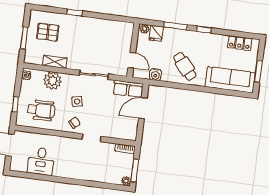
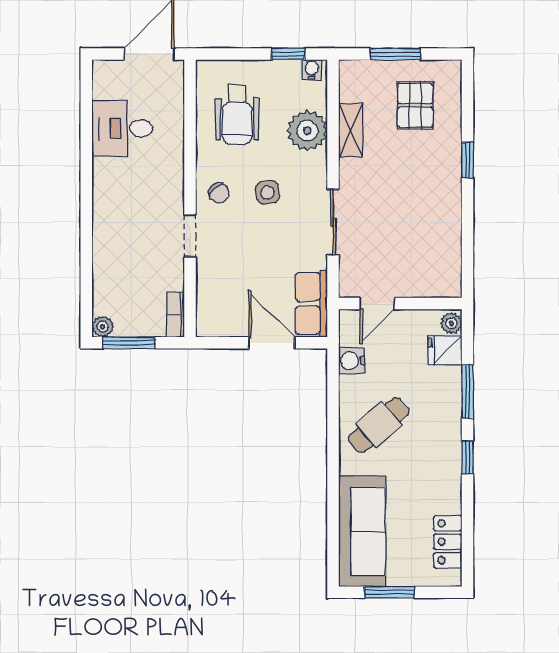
window: (15, 104) -> (288, 54), moved

